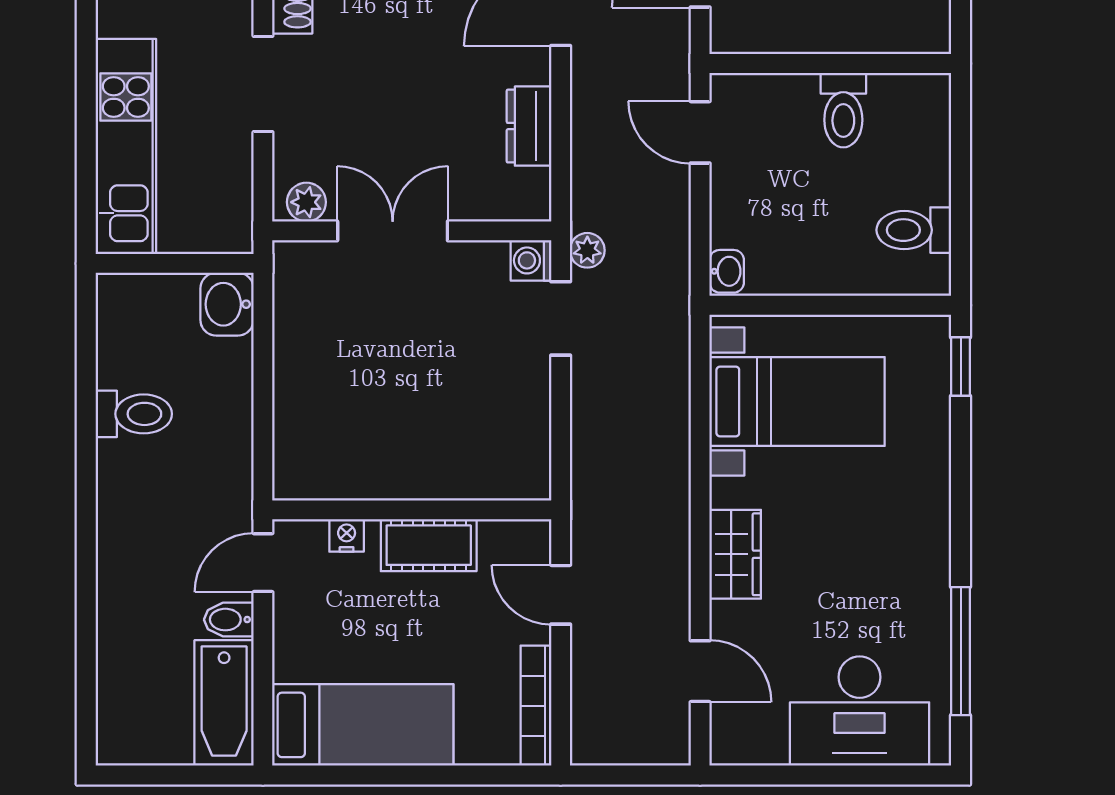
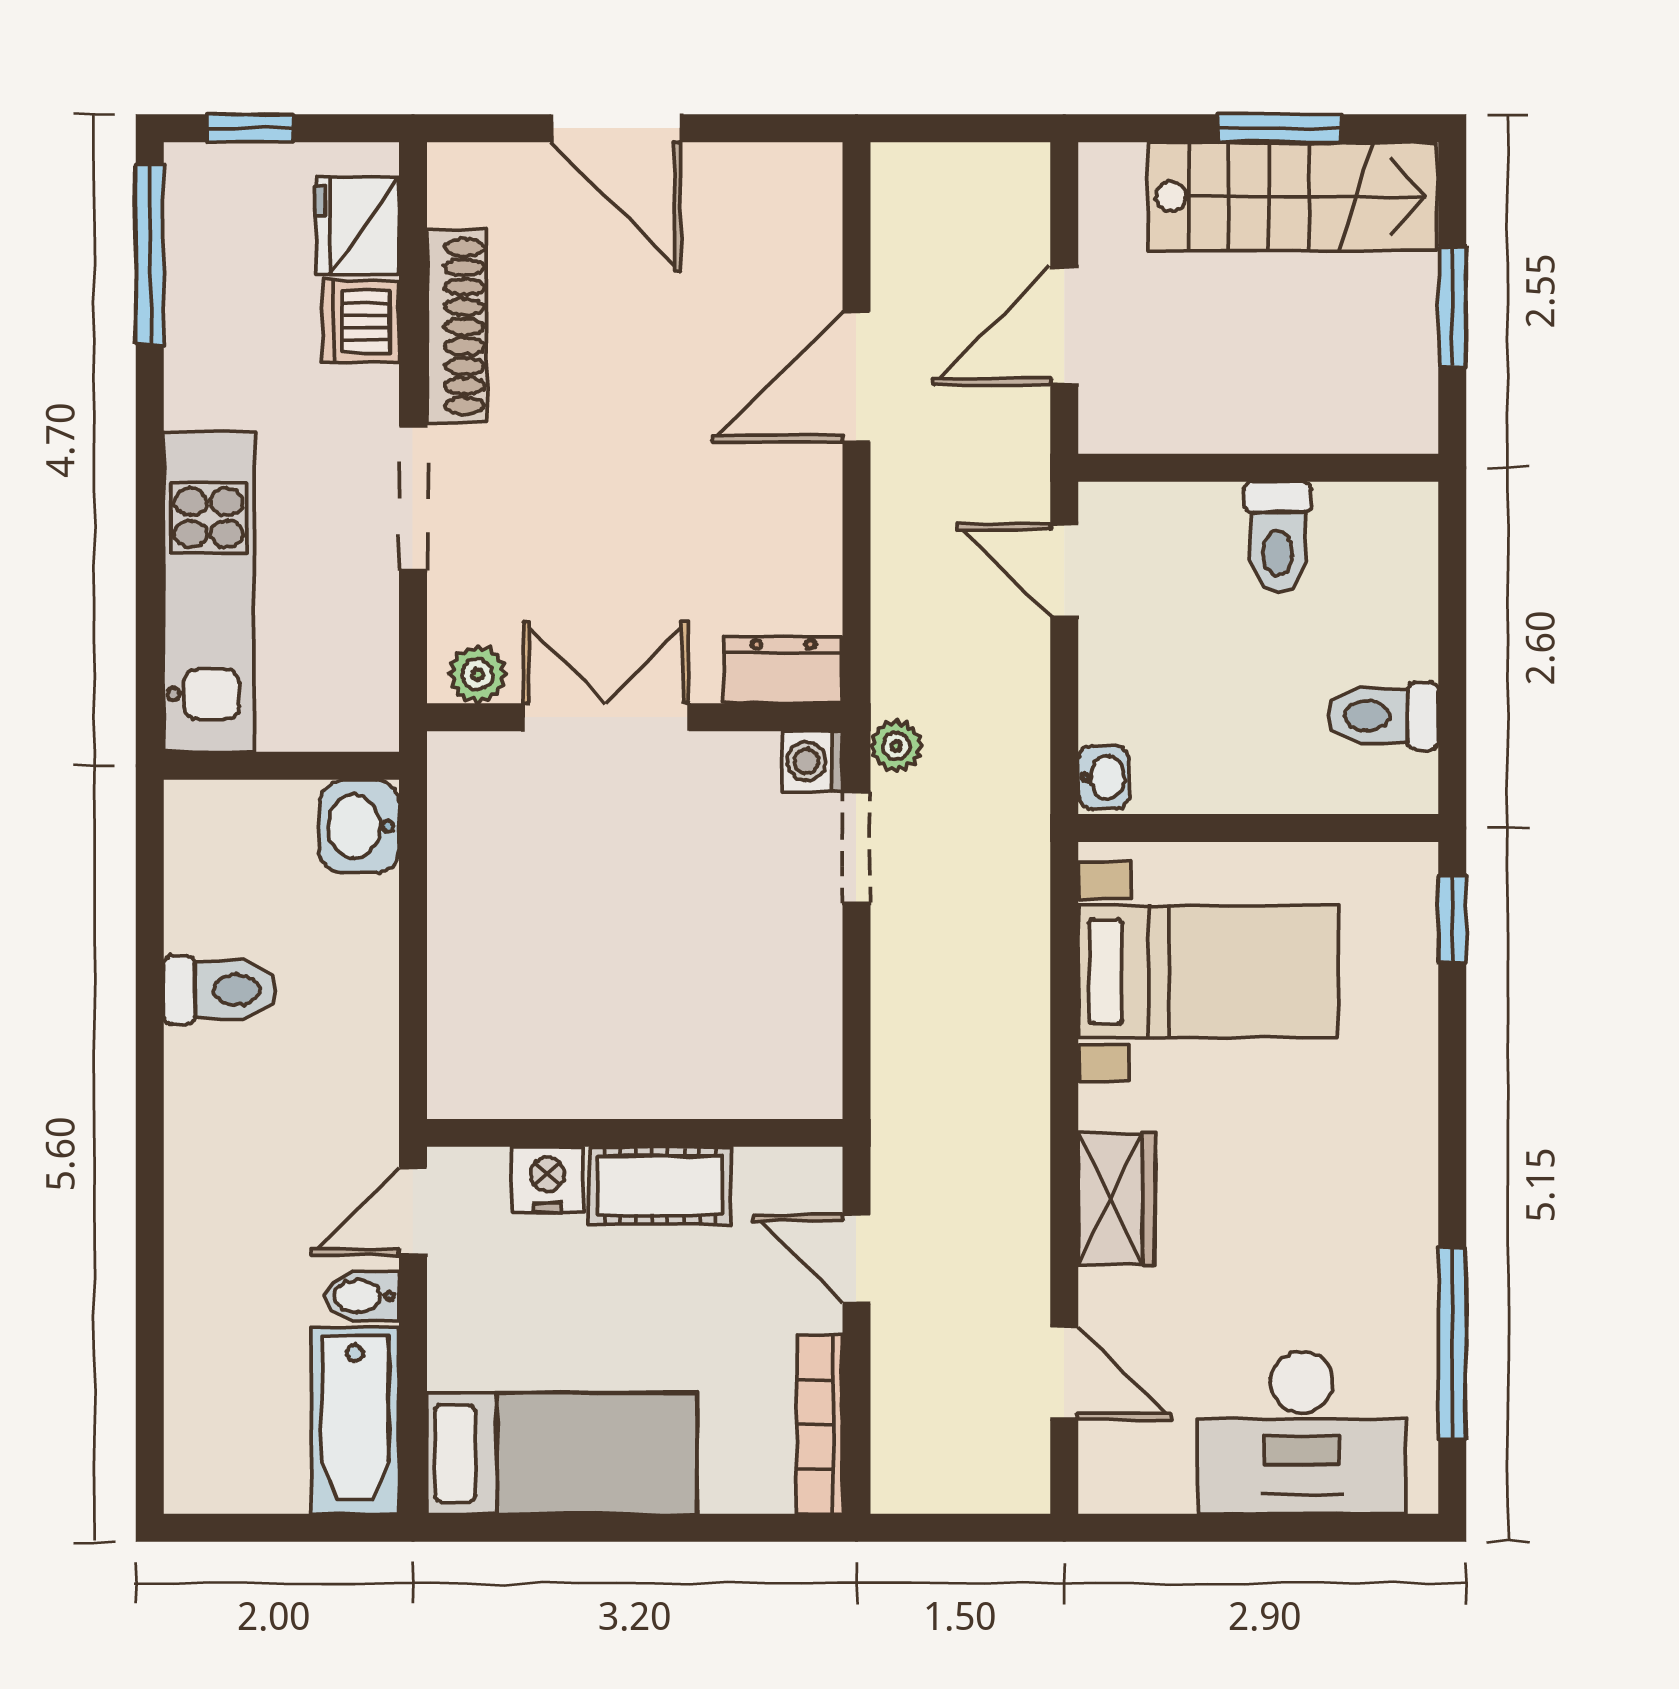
dresser: (529, 126) -> (784, 670), moved, turned 90
nightstand: (347, 535) -> (548, 1180), width x1.39, depth x1.35

